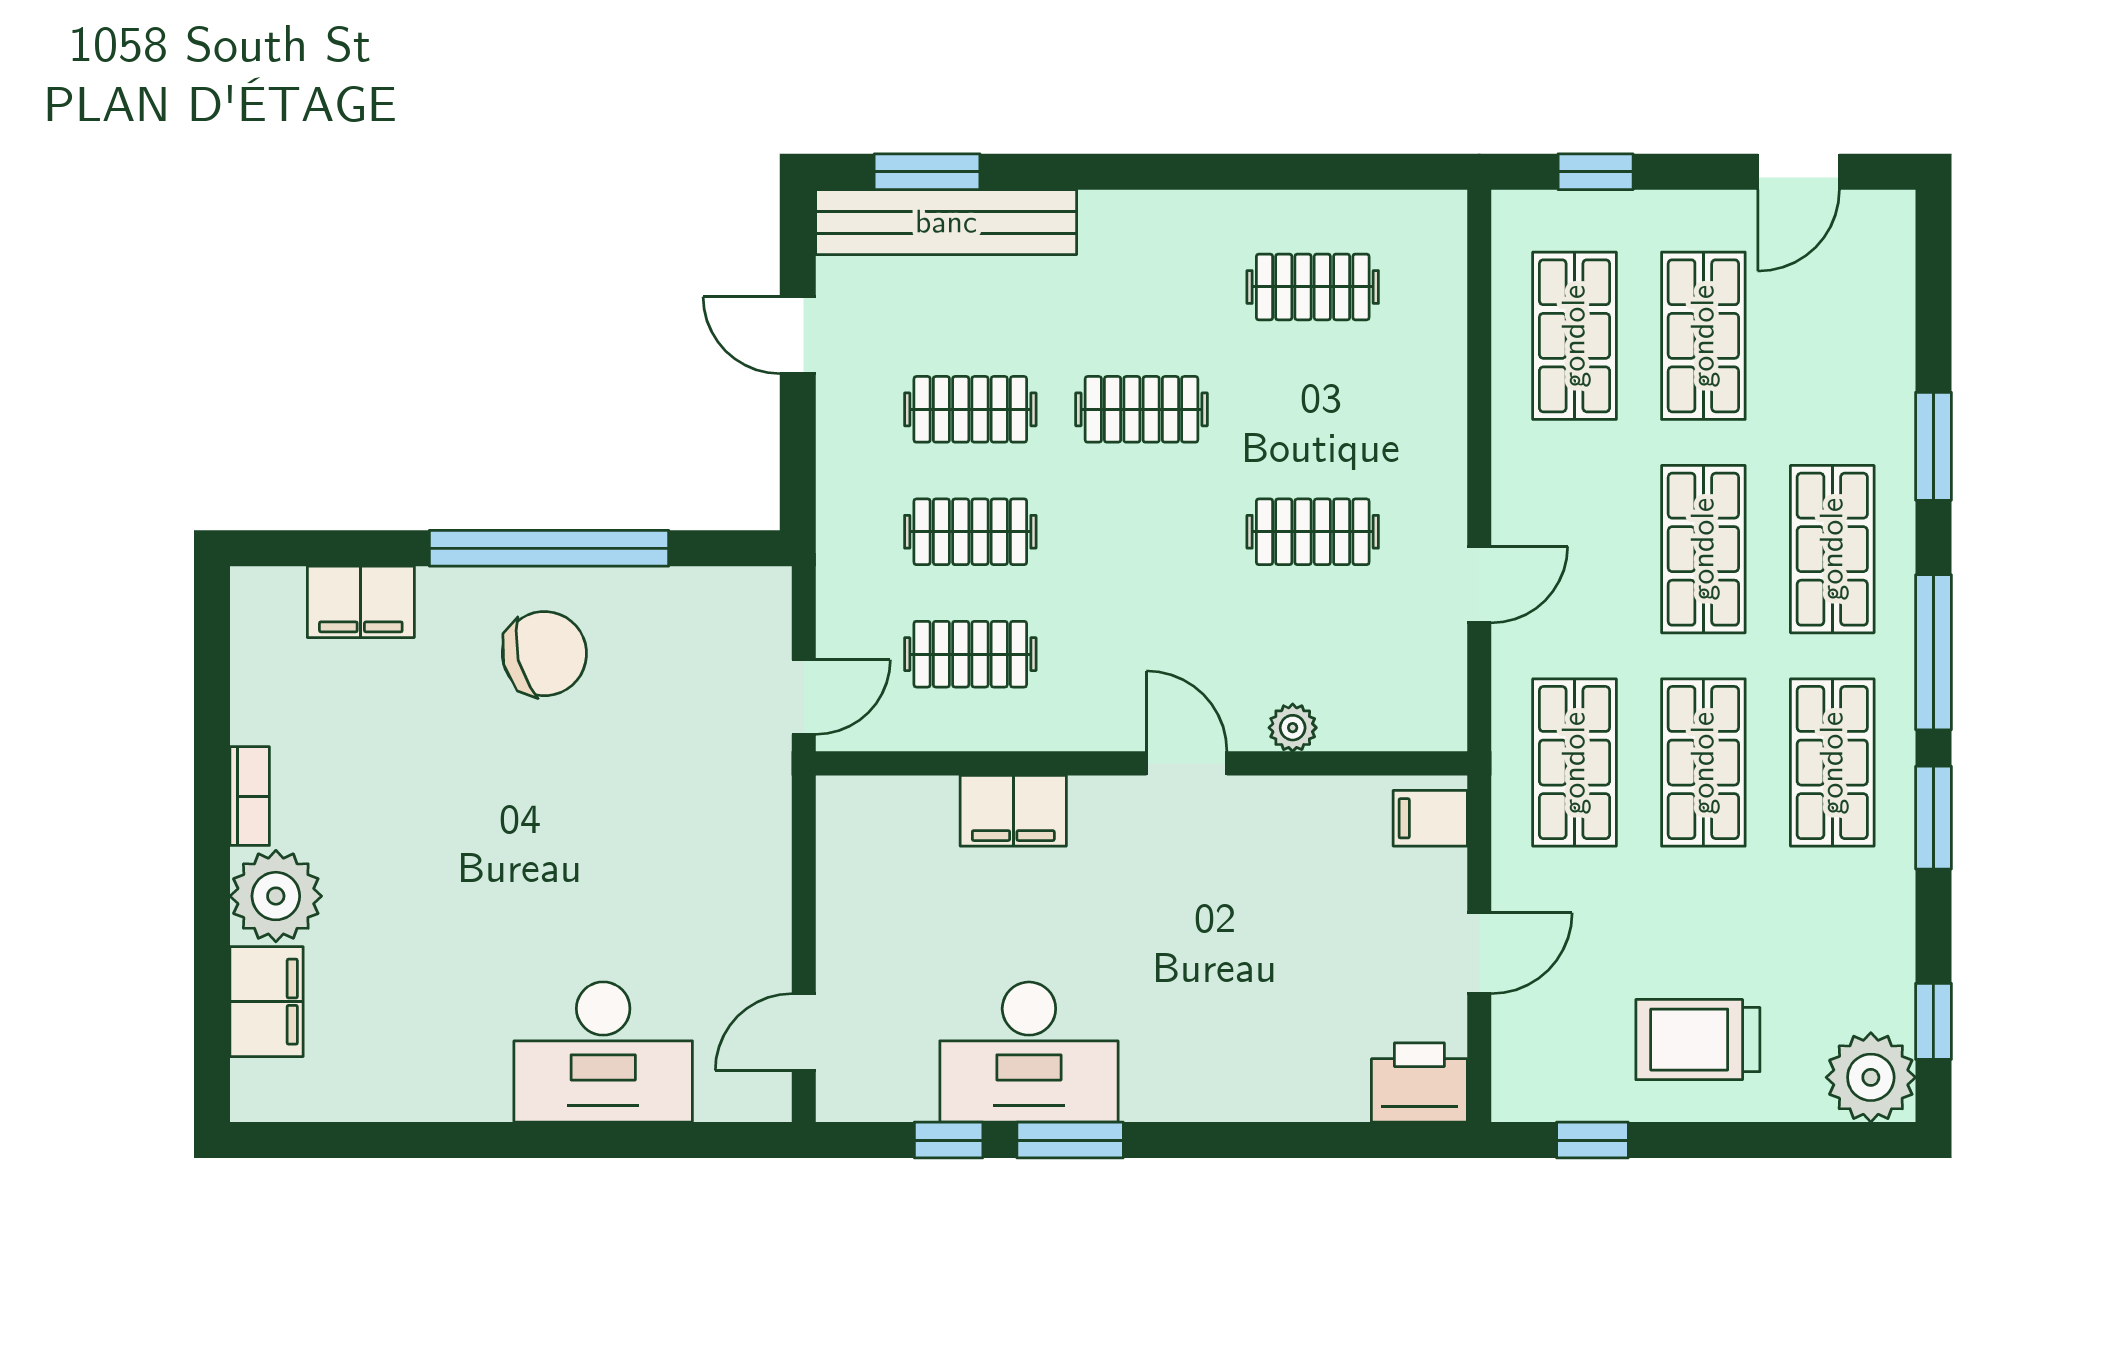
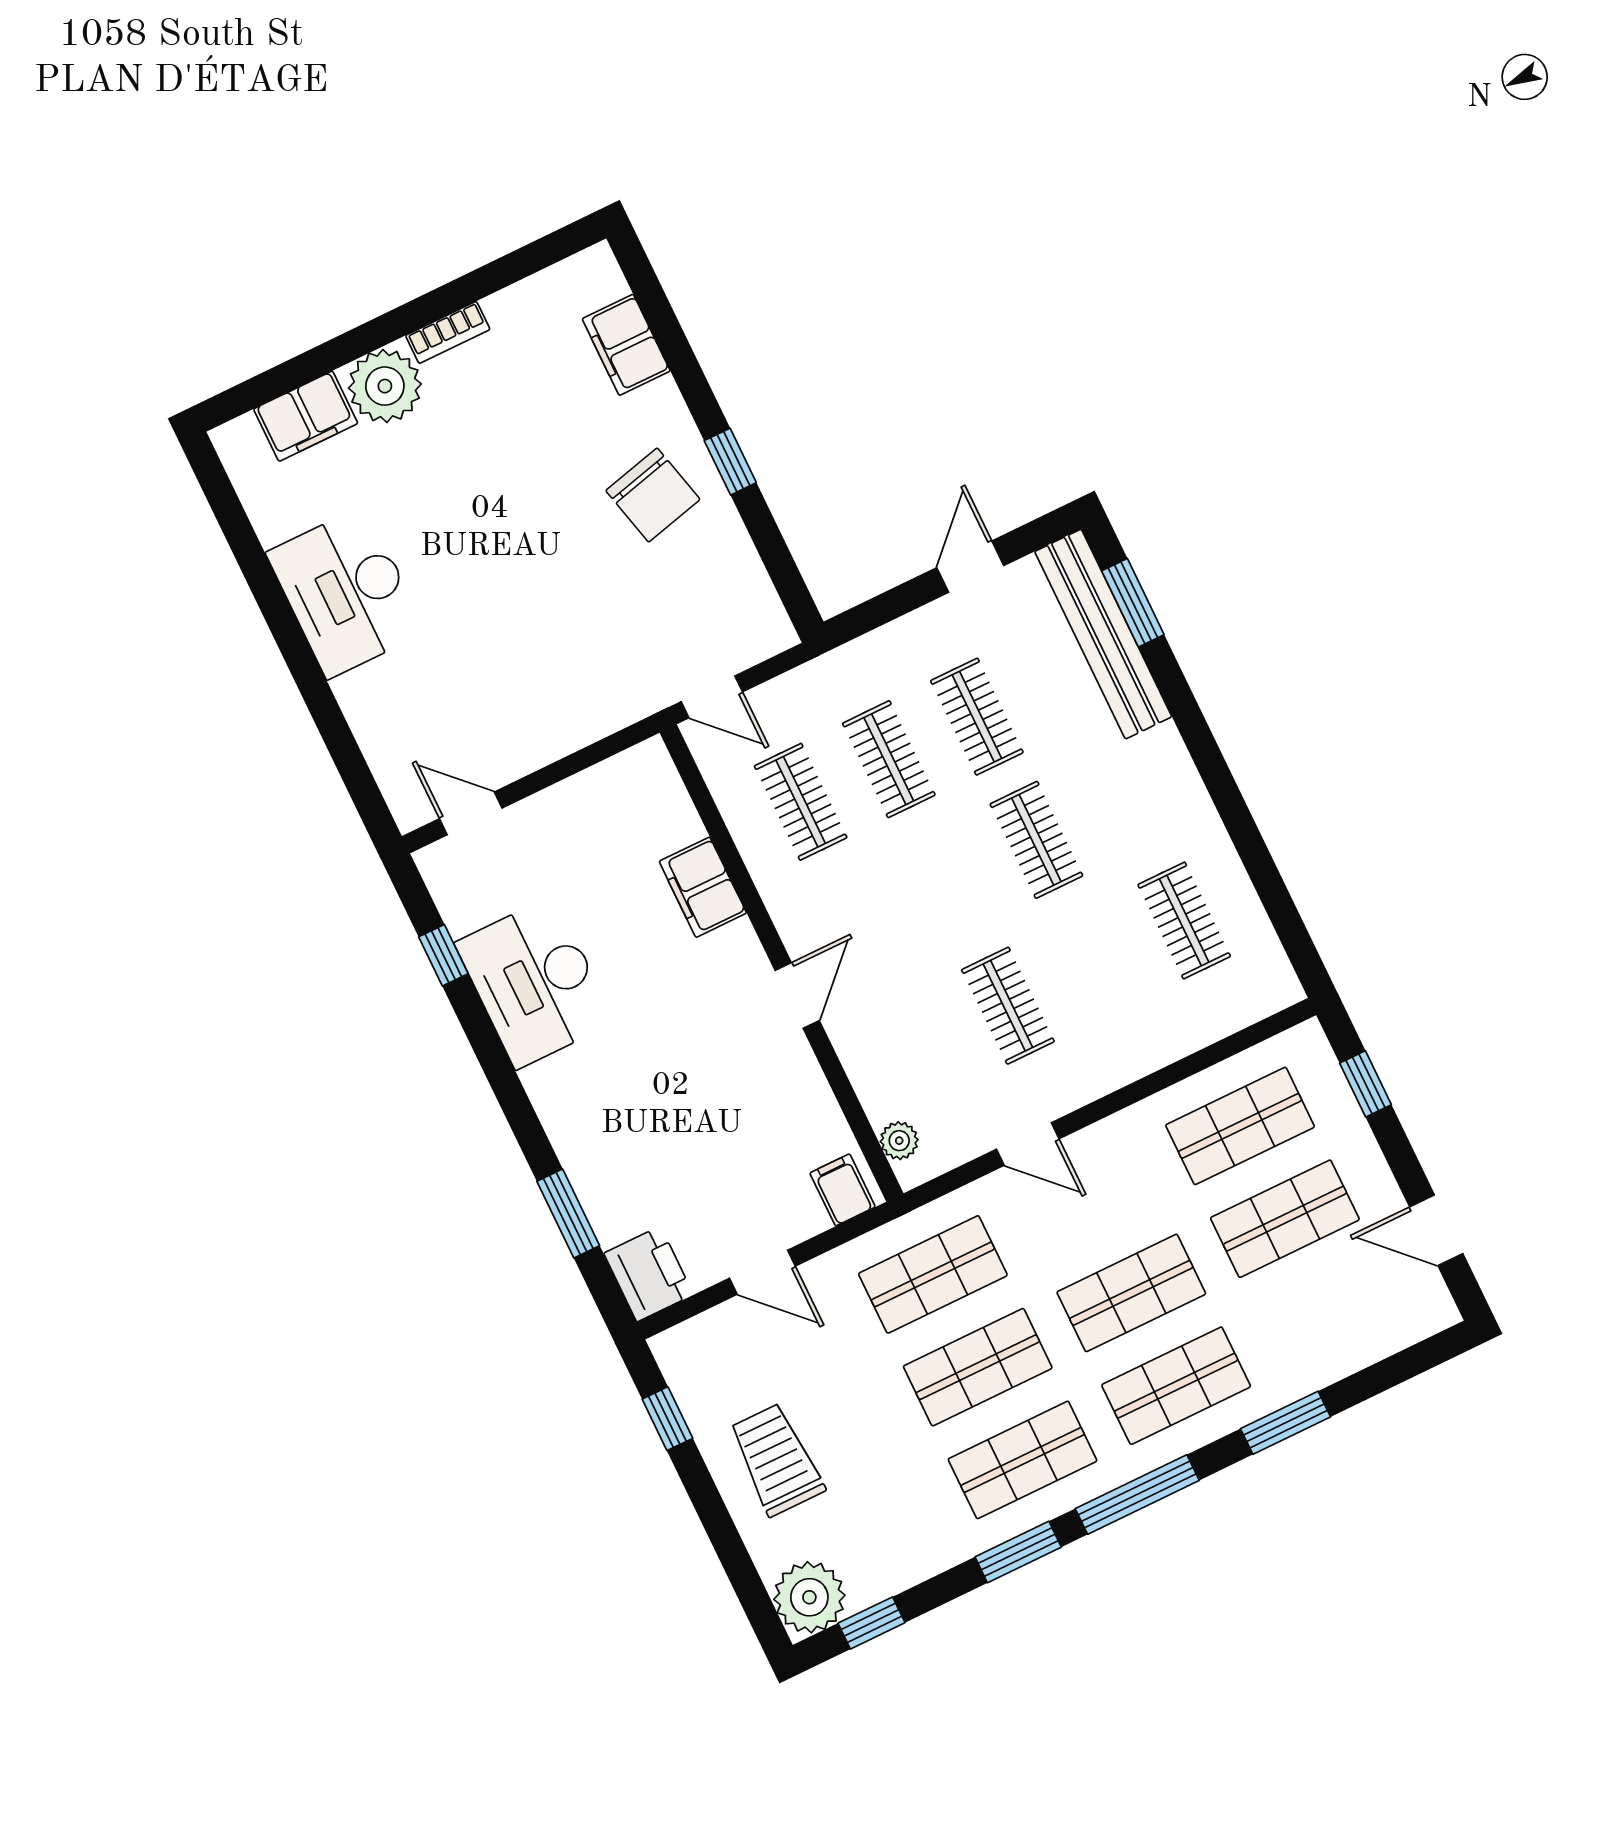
window: (549, 548) -> (730, 462), width x0.32
plant: (1293, 728) -> (899, 1141), moved
desk: (603, 1052) -> (346, 592), moved
window: (1070, 1140) -> (568, 1214), moved

